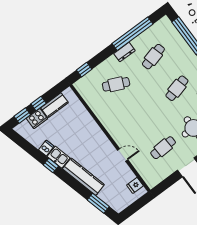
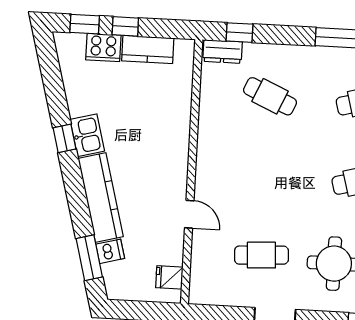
dresser: (124, 52) -> (223, 52), moved
dishwasher: (46, 148) -> (110, 251), moved

